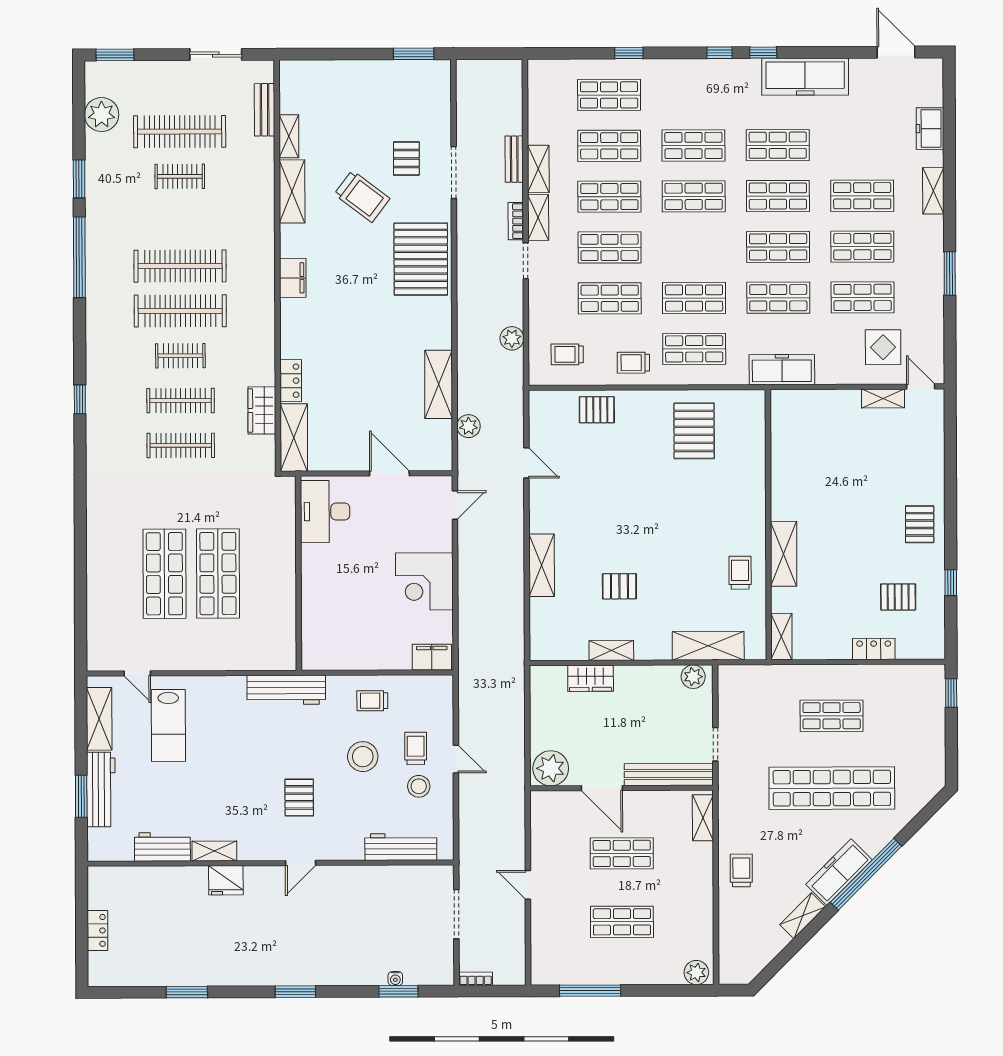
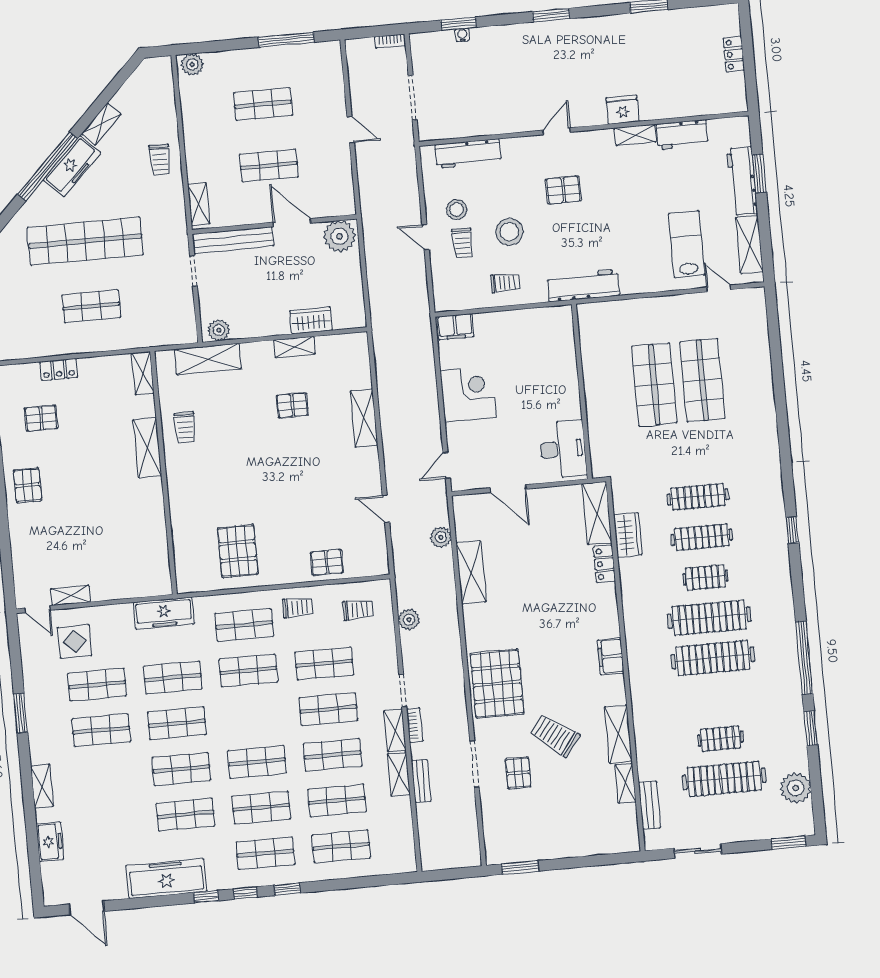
window: (629, 53) -> (287, 889), moved
shop shelf: (862, 196) -> (265, 853), moved
pallet: (299, 797) -> (563, 190), turned 90

